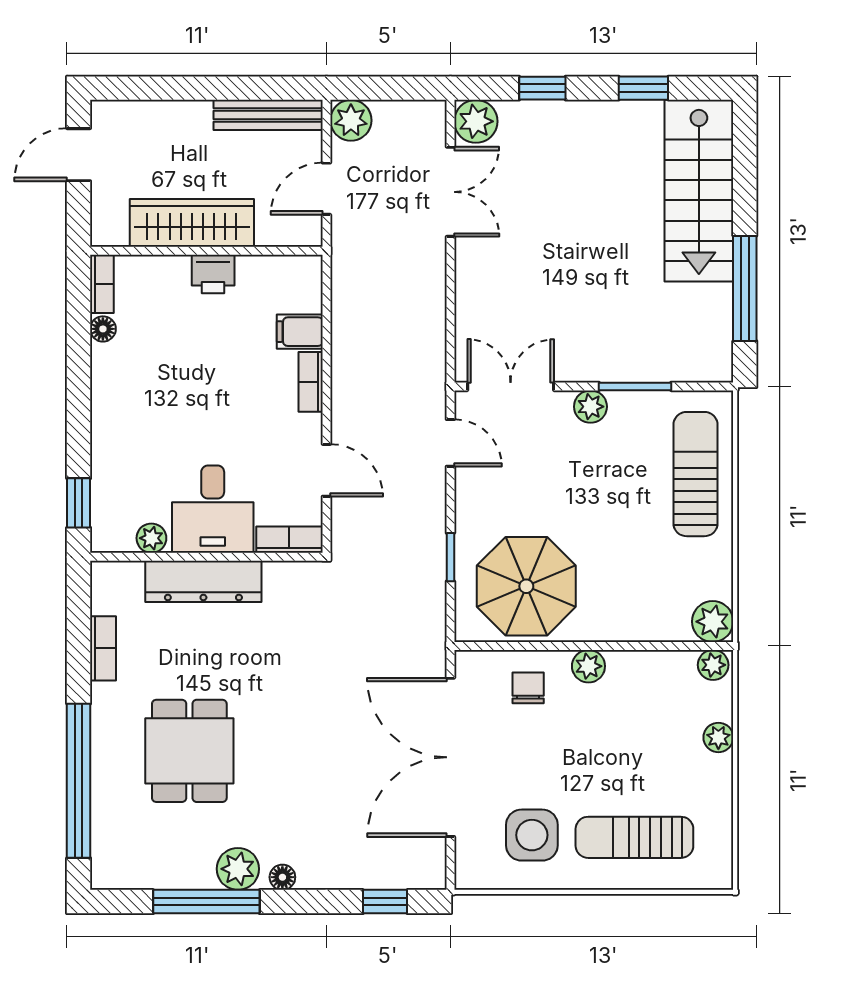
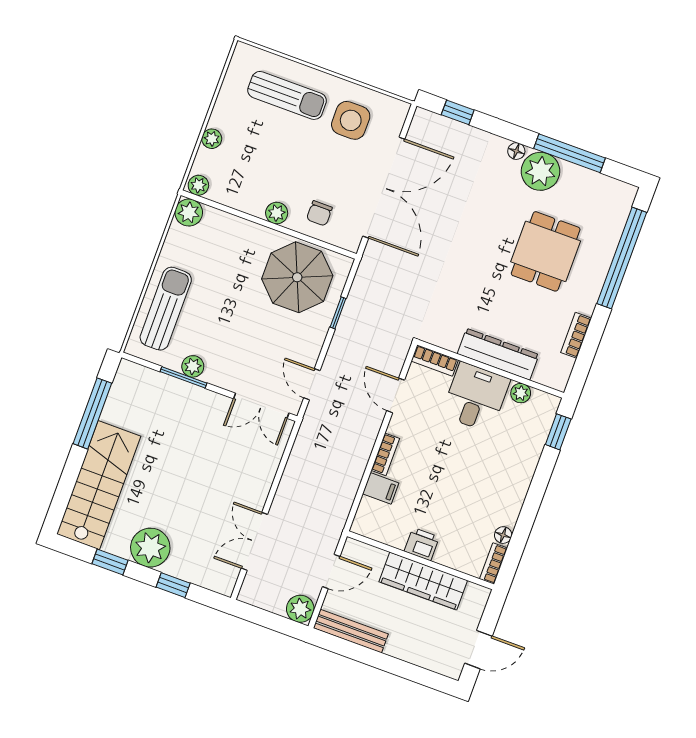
plant: (476, 121) -> (150, 548), moved, width x1.36, depth x1.36
plant: (590, 407) -> (193, 366), moved
sun lounger: (696, 474) -> (166, 309), turned 180
plant: (238, 869) -> (541, 171), width x1.36, depth x1.36

